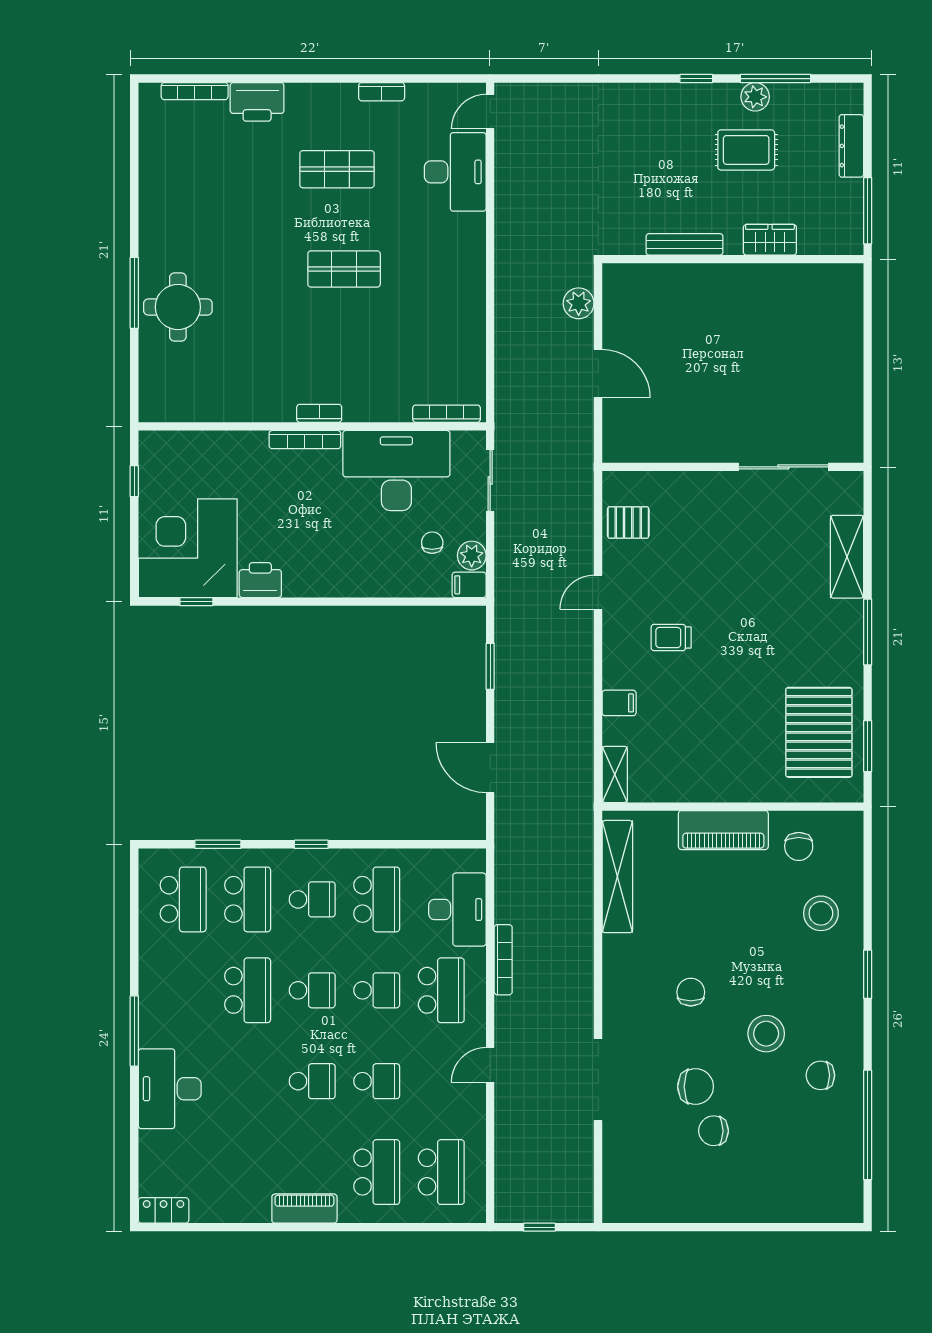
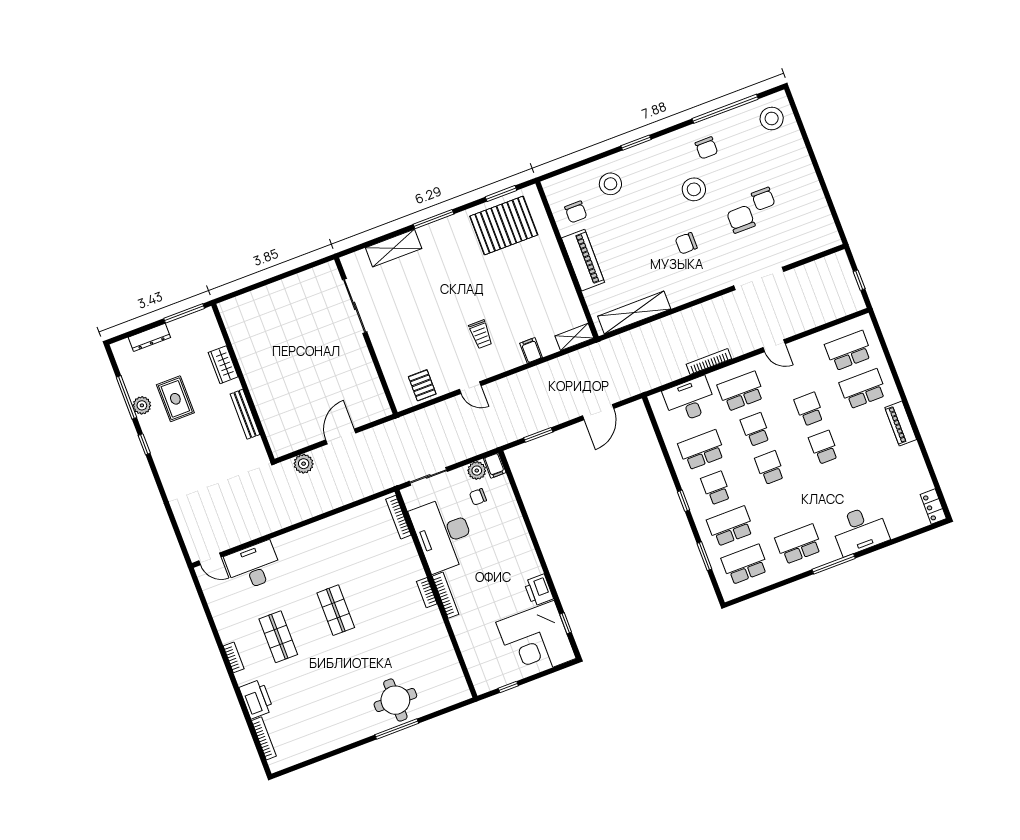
bookcase: (382, 92) -> (234, 657), moved
chair: (799, 846) -> (576, 212), turned 90
school desk: (248, 990) -> (799, 544), moved
stool: (827, 1188) -> (772, 118), added

